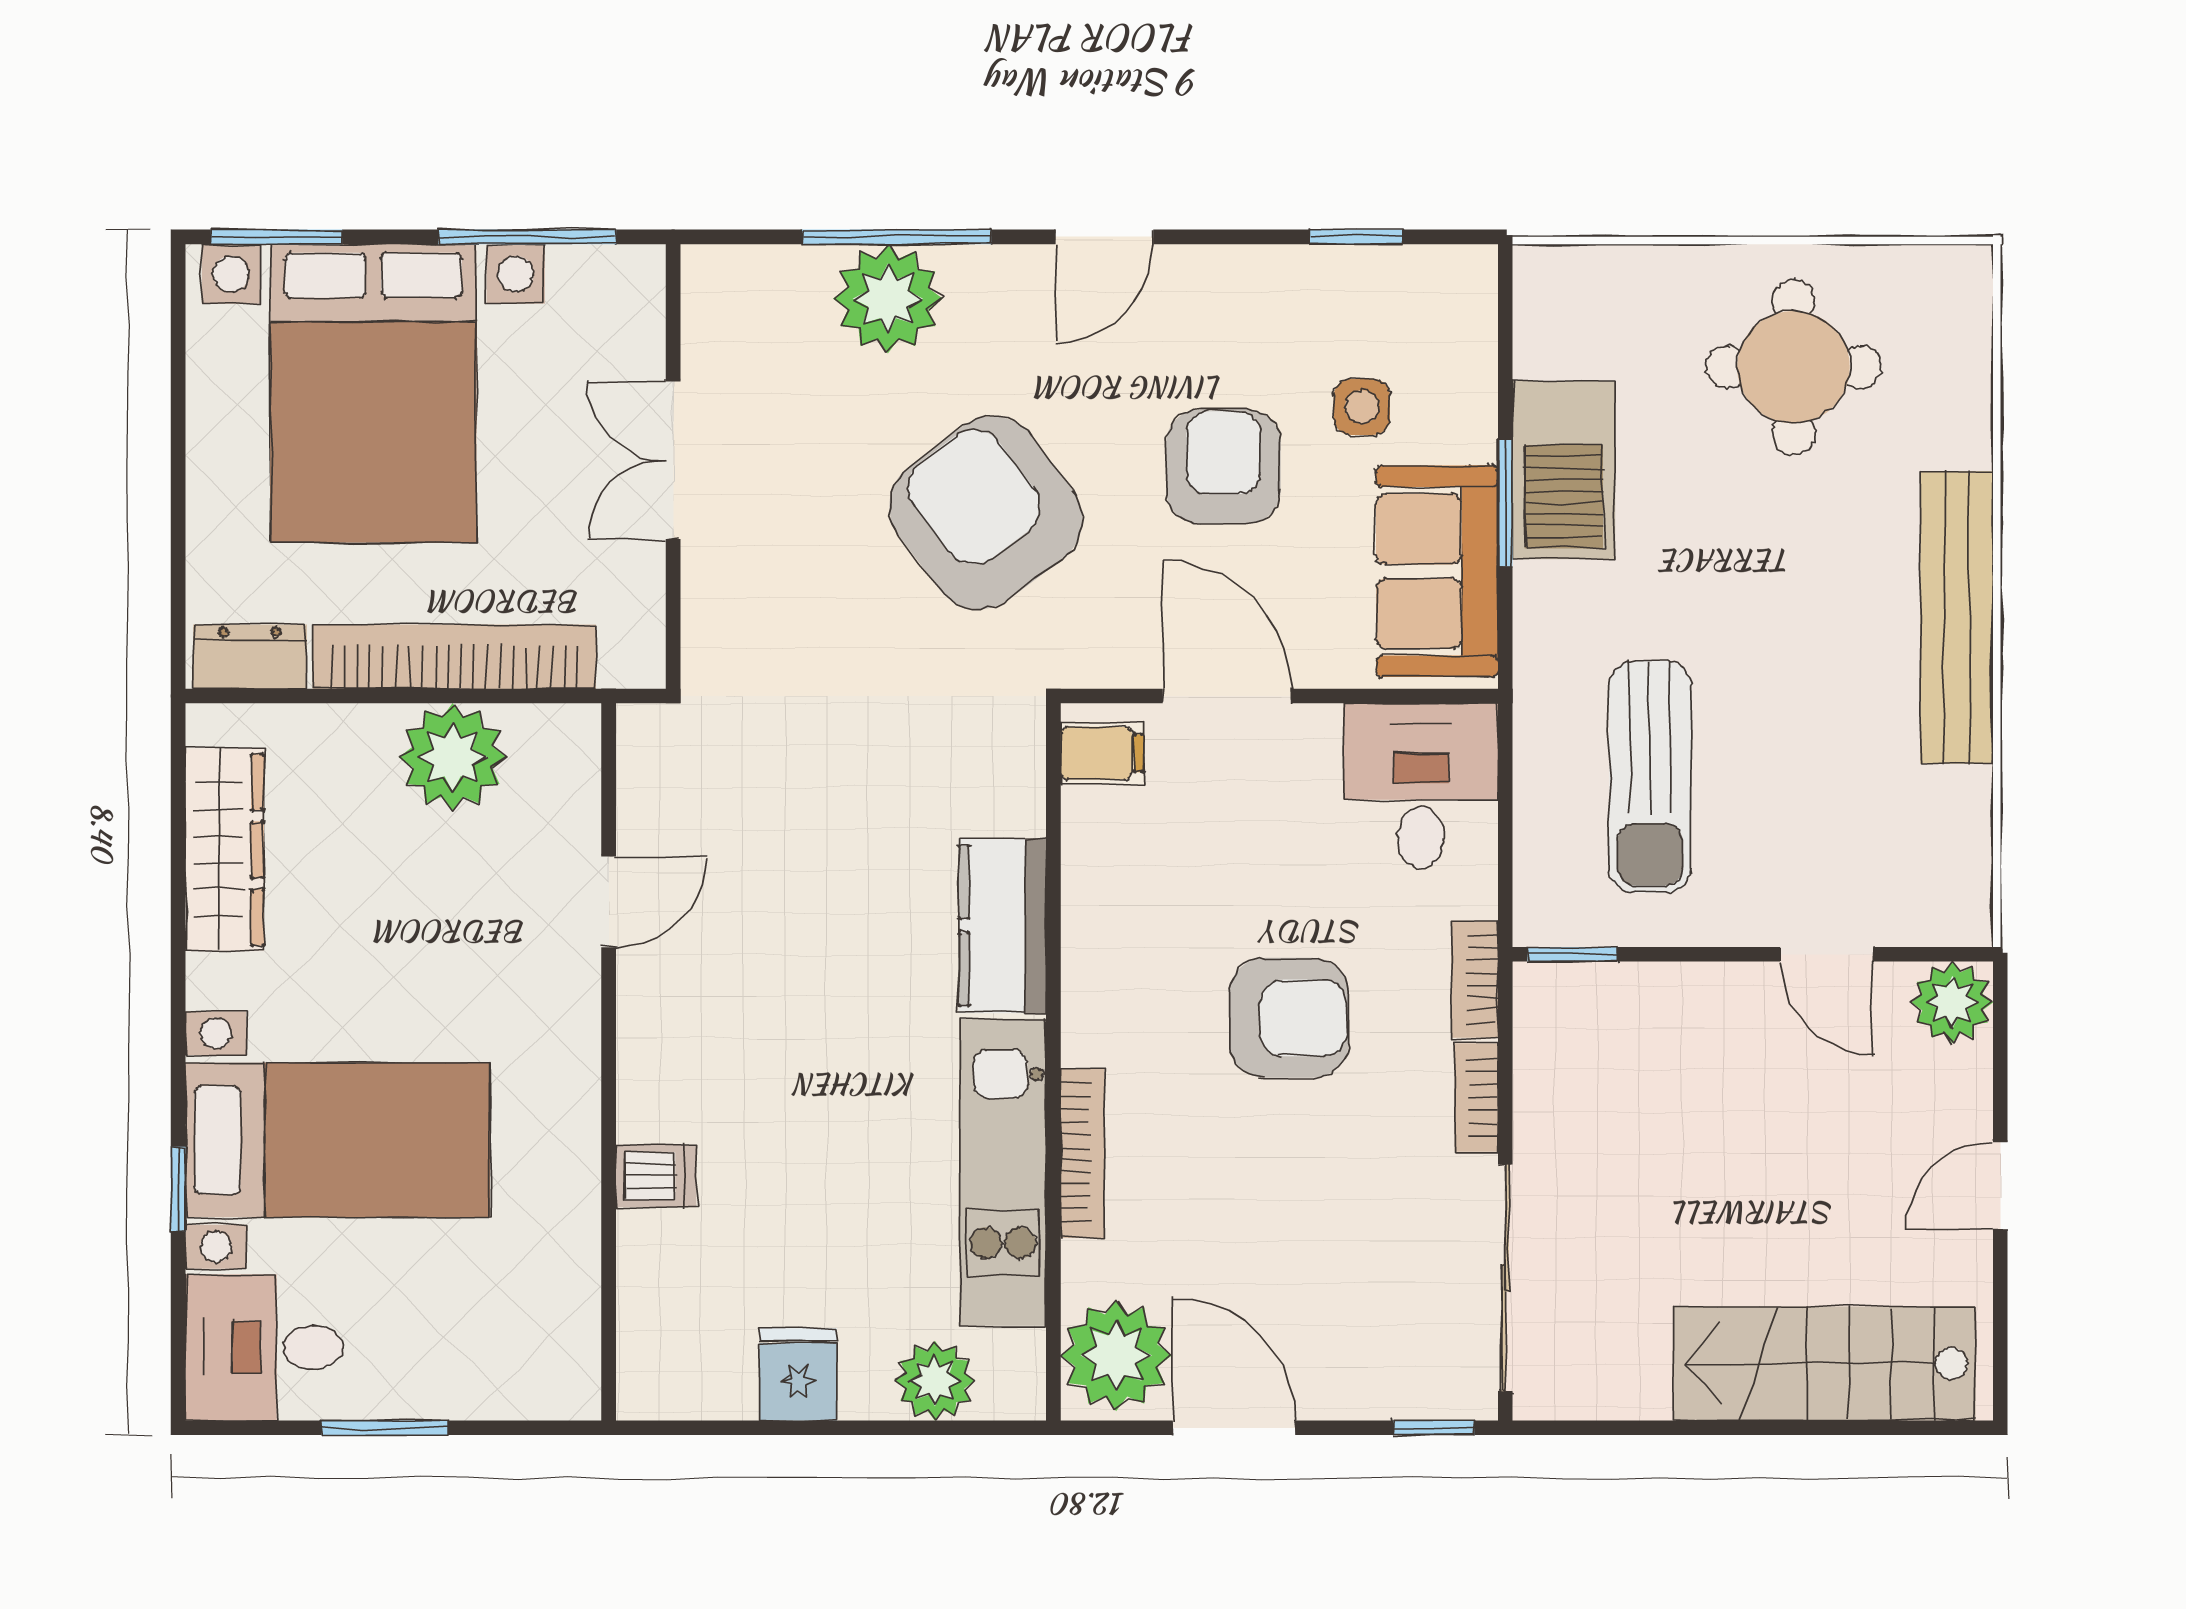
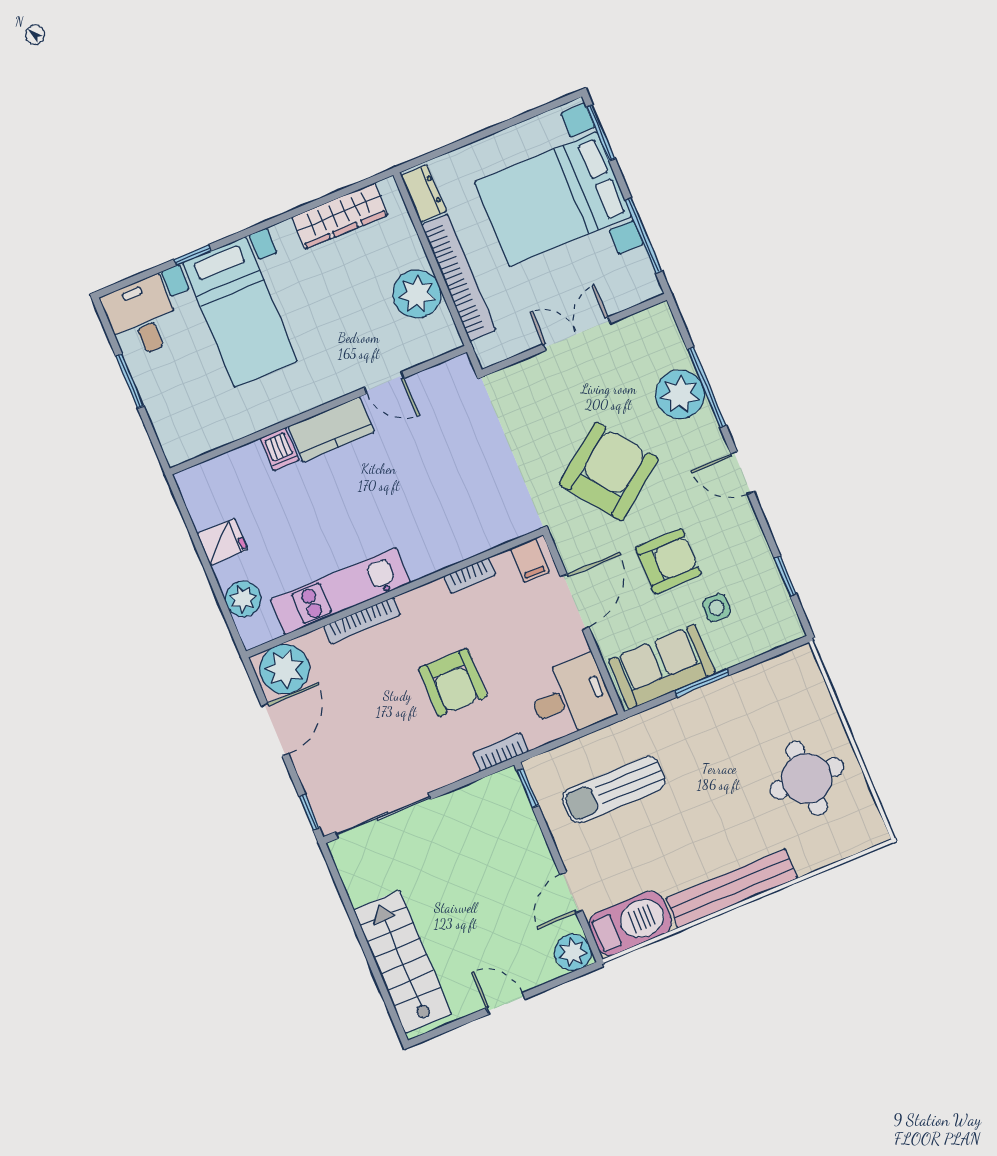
barbecue: (1564, 470) -> (630, 923), moved, turned 180
kitchen counter: (1003, 926) -> (331, 429), moved, turned 180
bookcase: (1476, 1097) -> (470, 576), moved, turned 180

